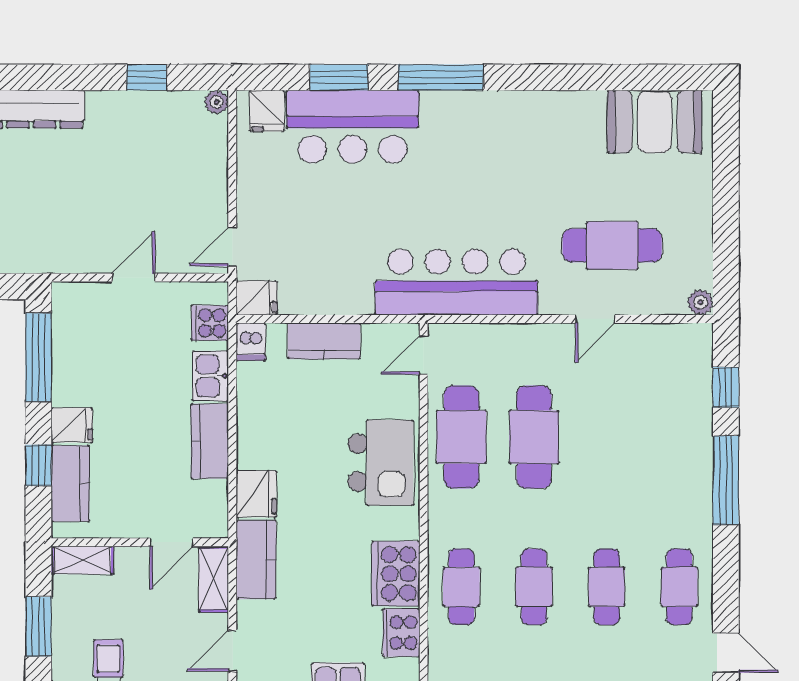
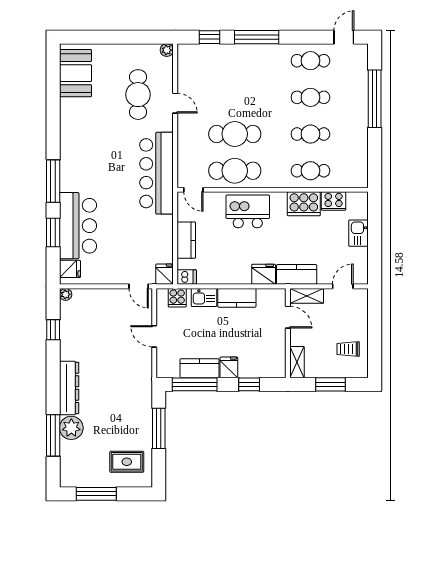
kitchen counter: (70, 483) -> (199, 368), moved
door: (232, 651) -> (343, 286), swing flipped

